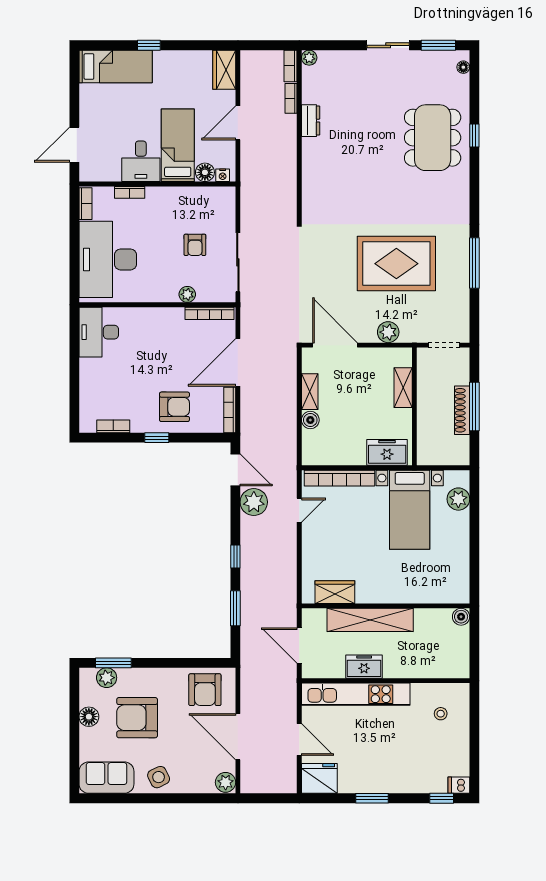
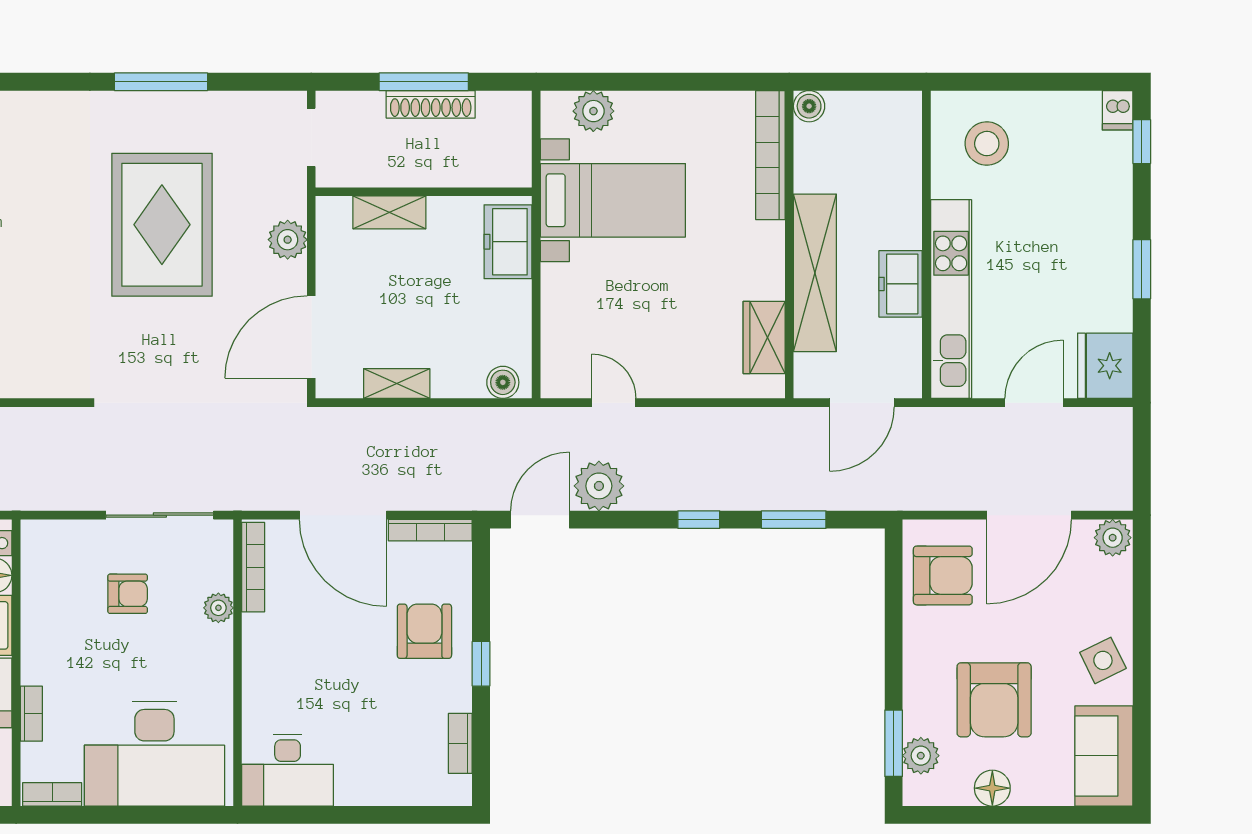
boiler: (310, 420) -> (503, 382), moved
bookcase: (339, 478) -> (770, 155), moved, turned 180
stool: (441, 714) -> (987, 144), width x1.89, depth x1.89

